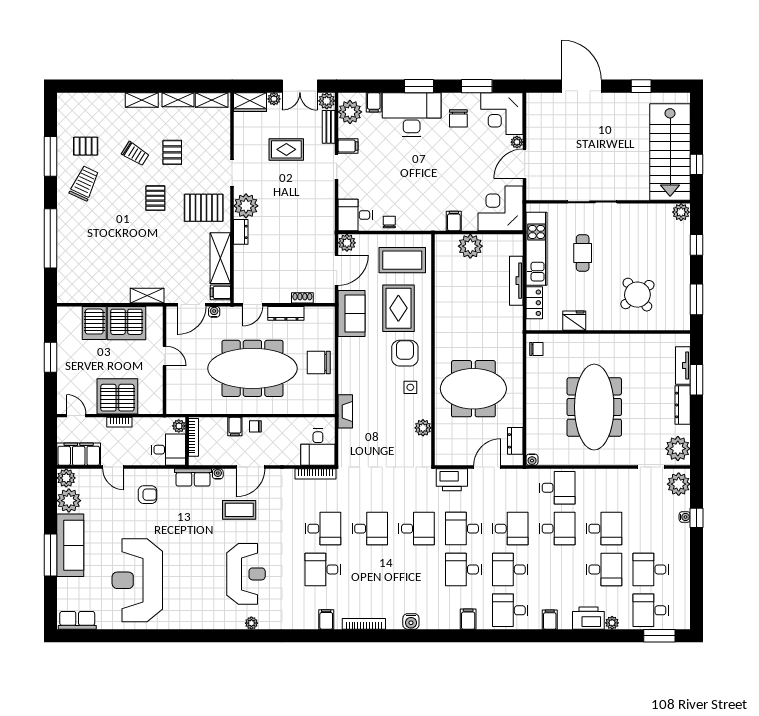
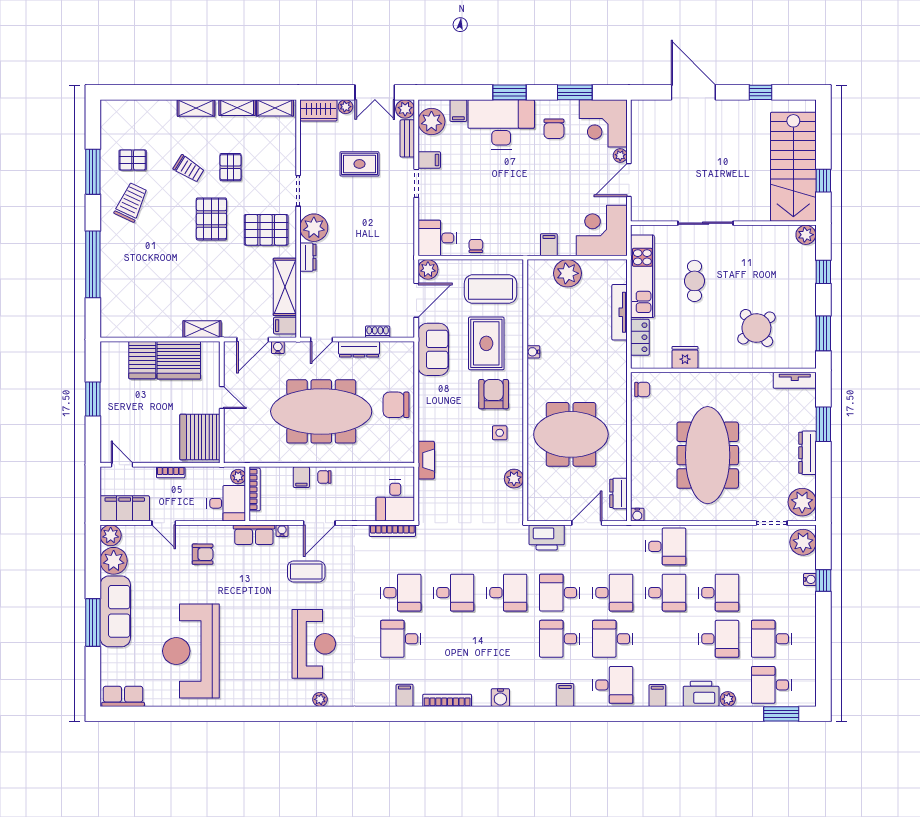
pallet: (155, 198) -> (211, 219), width x1.50, depth x1.42
water cooler: (440, 316) -> (533, 352), added
tv unit: (683, 366) -> (795, 380), moved, turned -90
server rack: (117, 396) -> (200, 437), moved, turned -90
desk: (510, 610) -> (613, 685), turned 180

